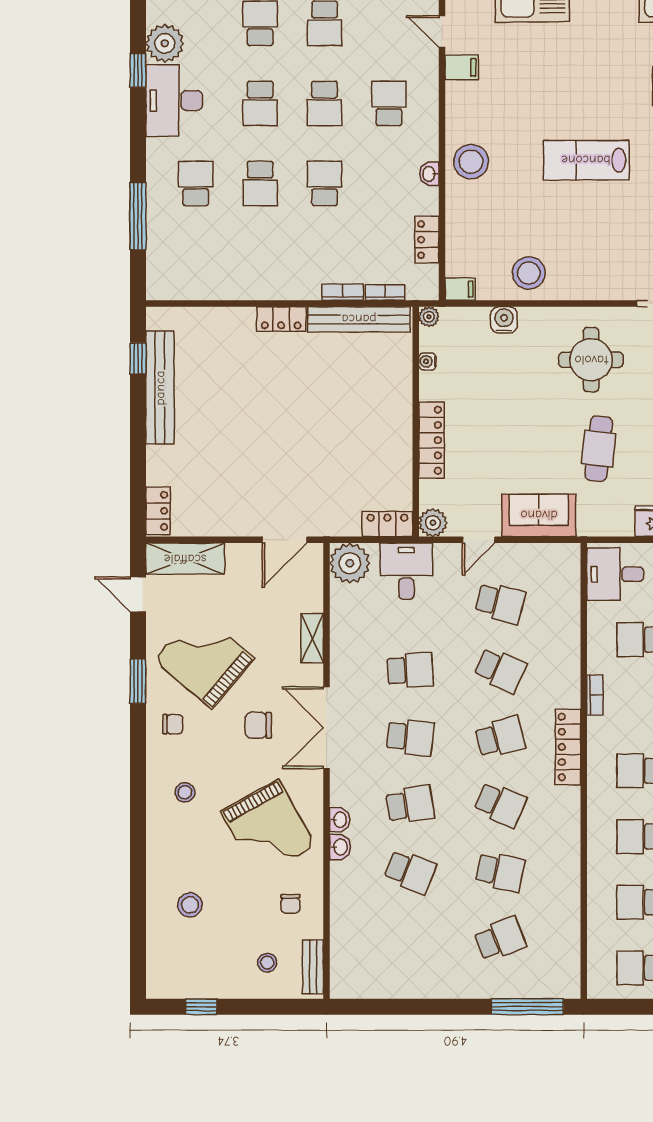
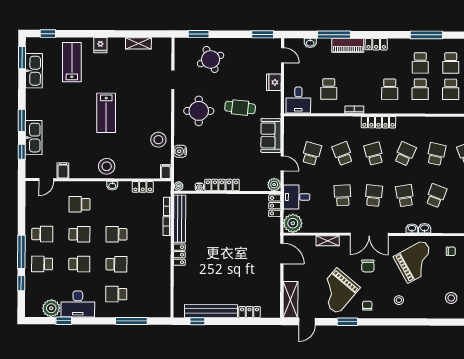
locker: (432, 440) -> (222, 185), moved
locker: (158, 511) -> (249, 312), moved
school desk: (500, 670) -> (343, 154), turned -45

